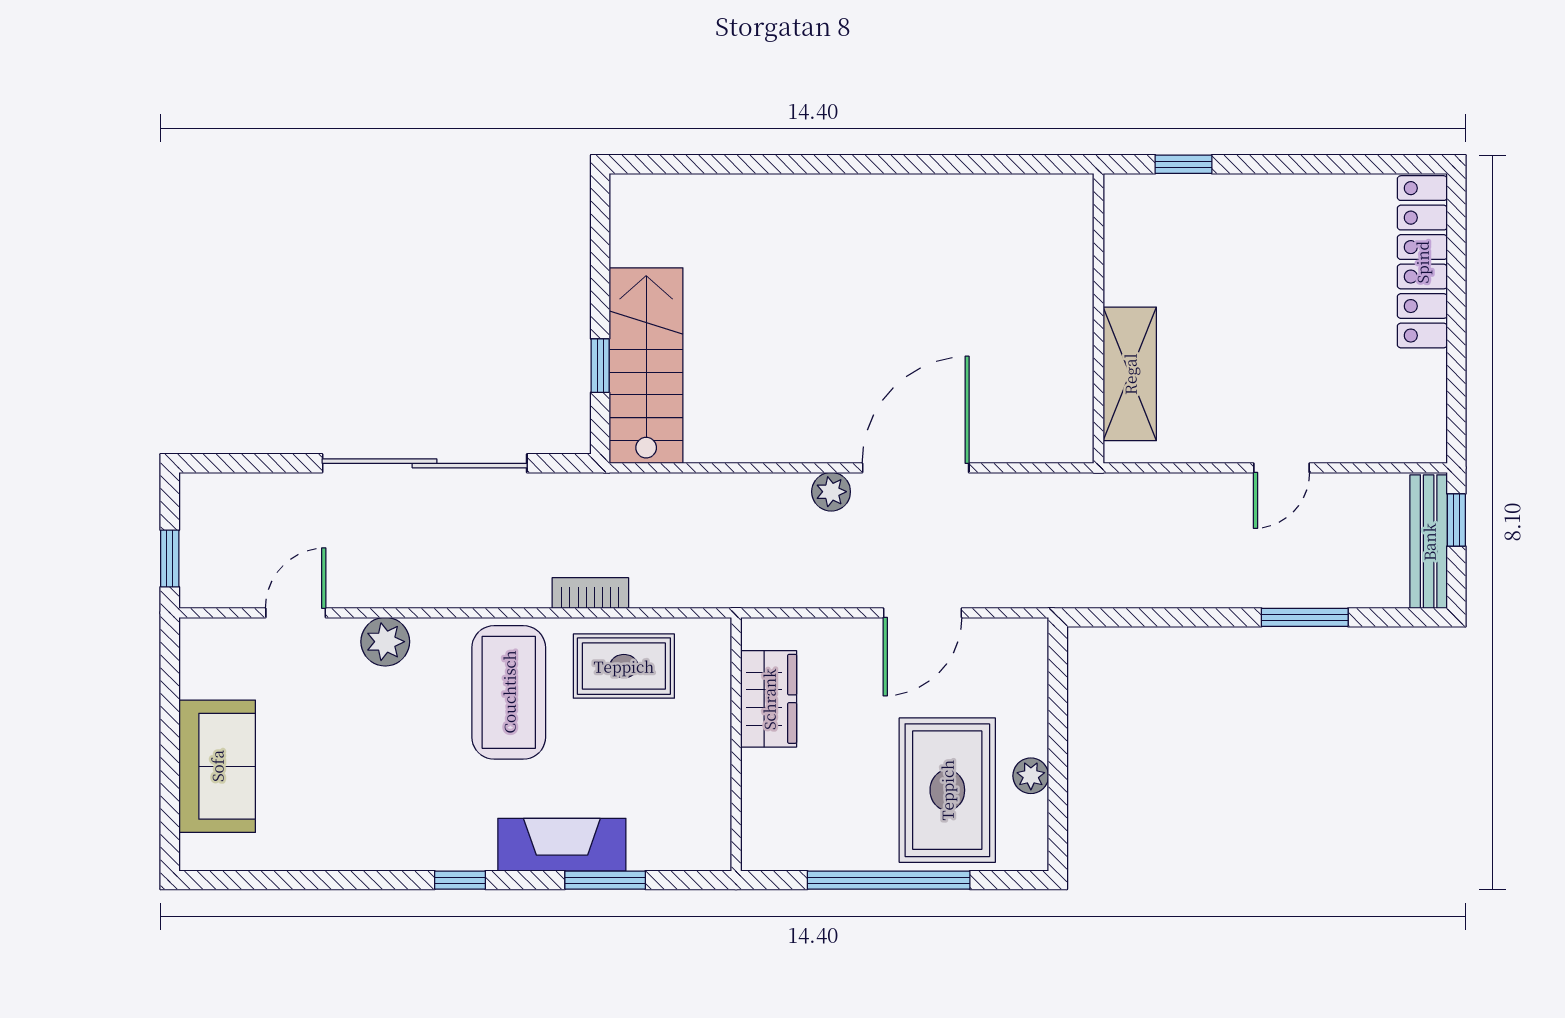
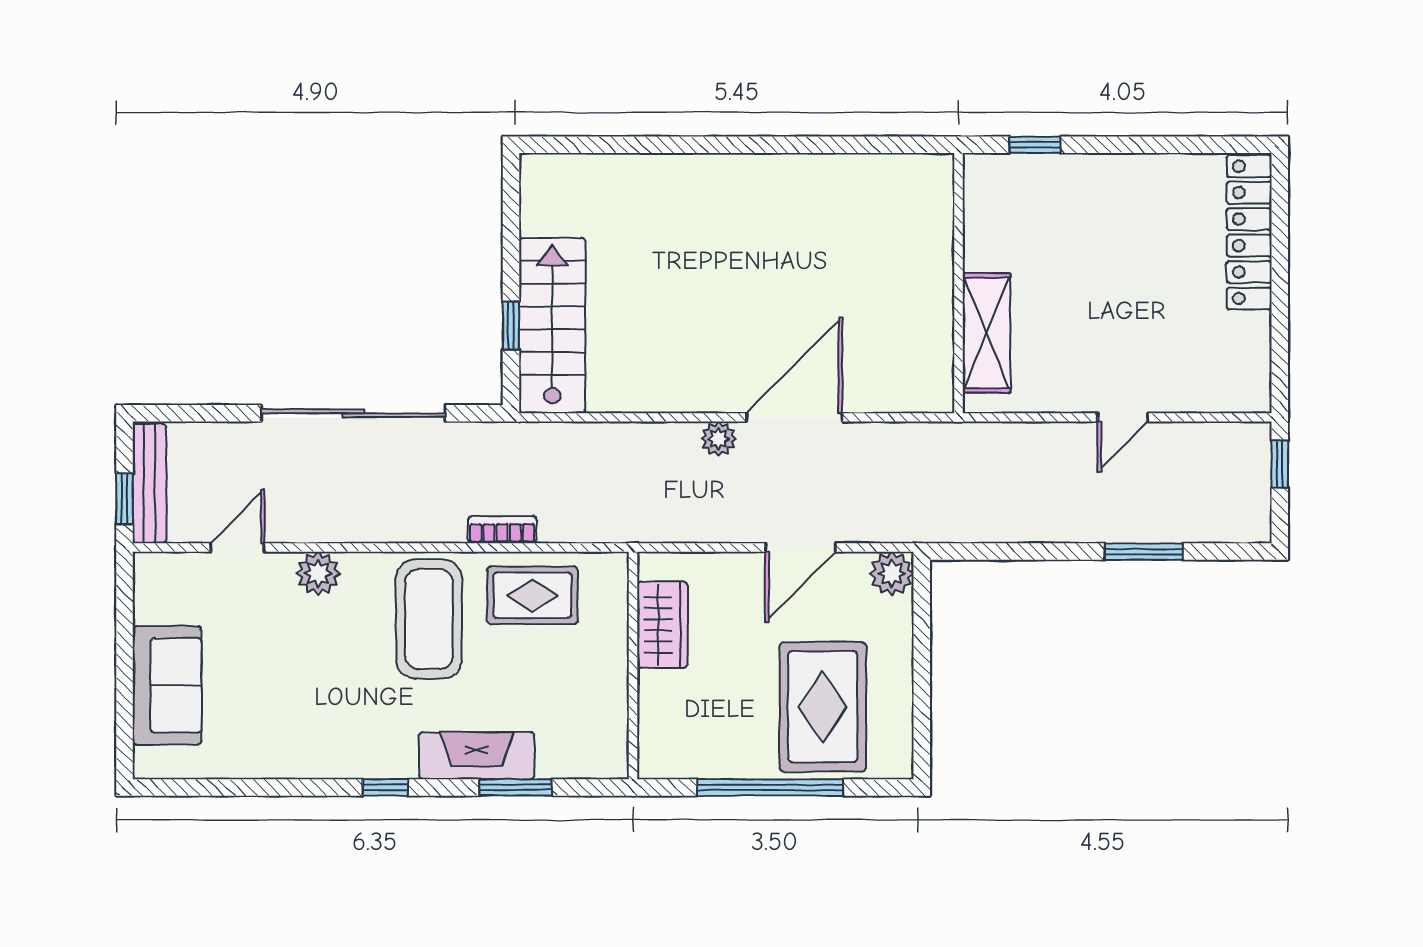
bench: (1429, 542) -> (149, 484), moved
plant: (1031, 776) -> (892, 574), moved, width x1.38, depth x1.38

